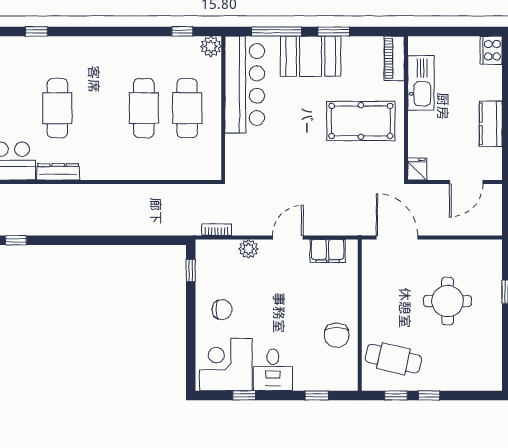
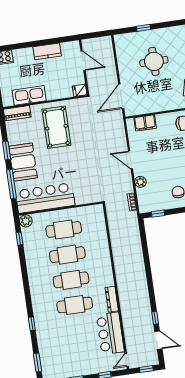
cafe table: (101, 108) -> (71, 280), added
filing cabinet: (328, 251) -> (145, 123), moved, turned 90

